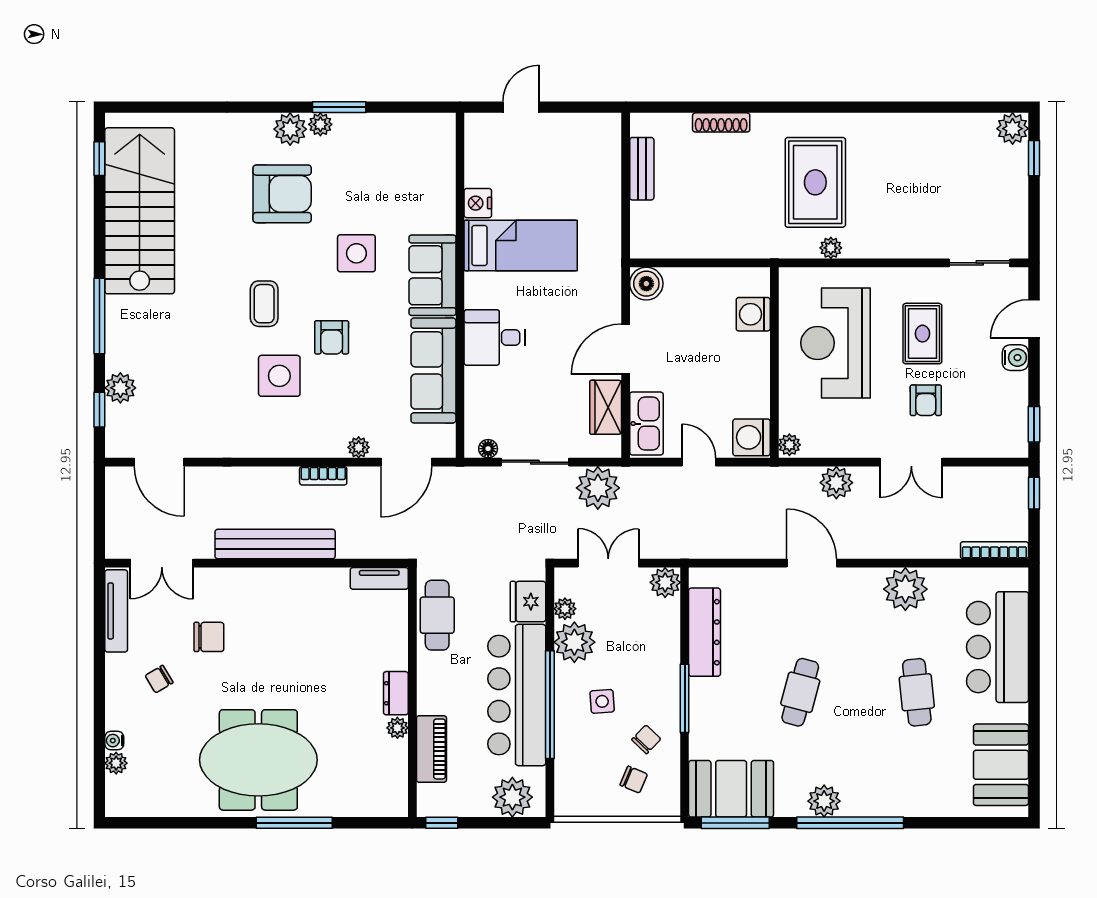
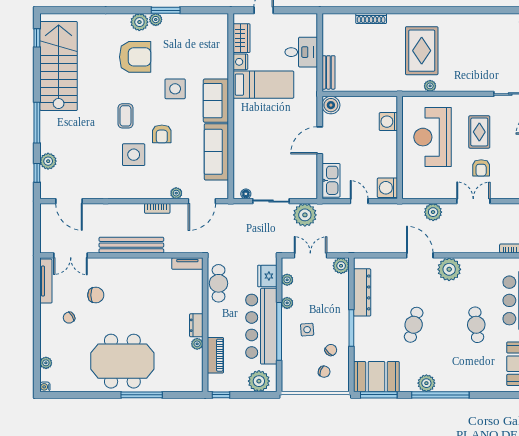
bench: (642, 169) -> (328, 72), moved
desk: (494, 337) -> (301, 52), moved, turned 180
wardrobe: (606, 407) -> (241, 38), moved, turned 180
plant: (789, 445) -> (408, 192), removed
double door: (911, 462) -> (473, 201), swing flipped
plant: (905, 589) -> (449, 269), moved
plant: (574, 642) -> (287, 303), width x0.53, depth x0.53
water cooler: (114, 741) -> (45, 387), moved

